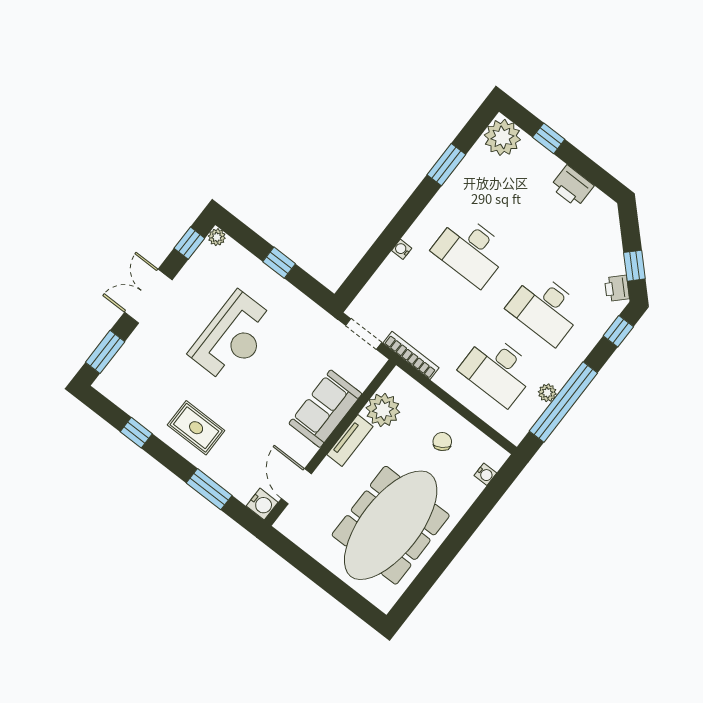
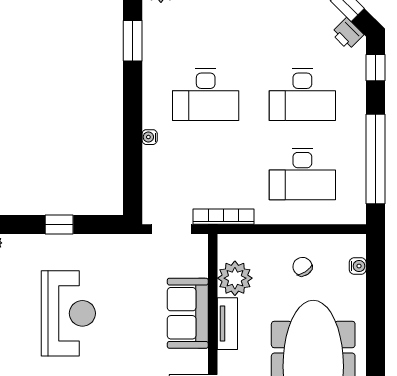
plant: (547, 393) -> (357, 162), removed

